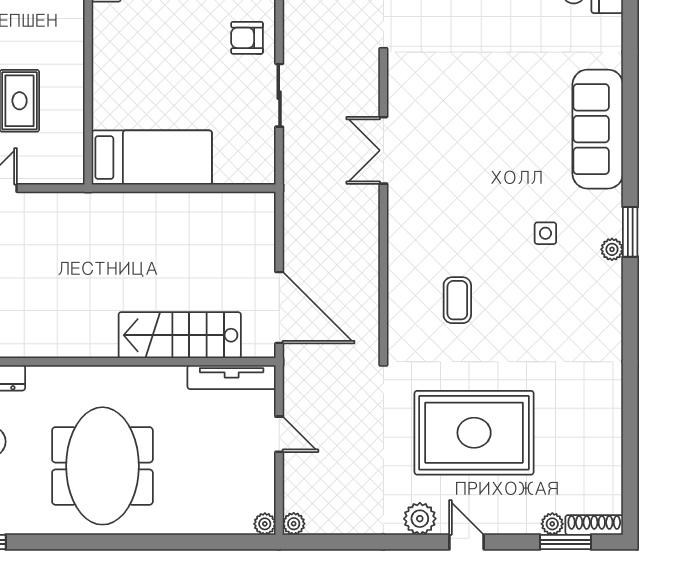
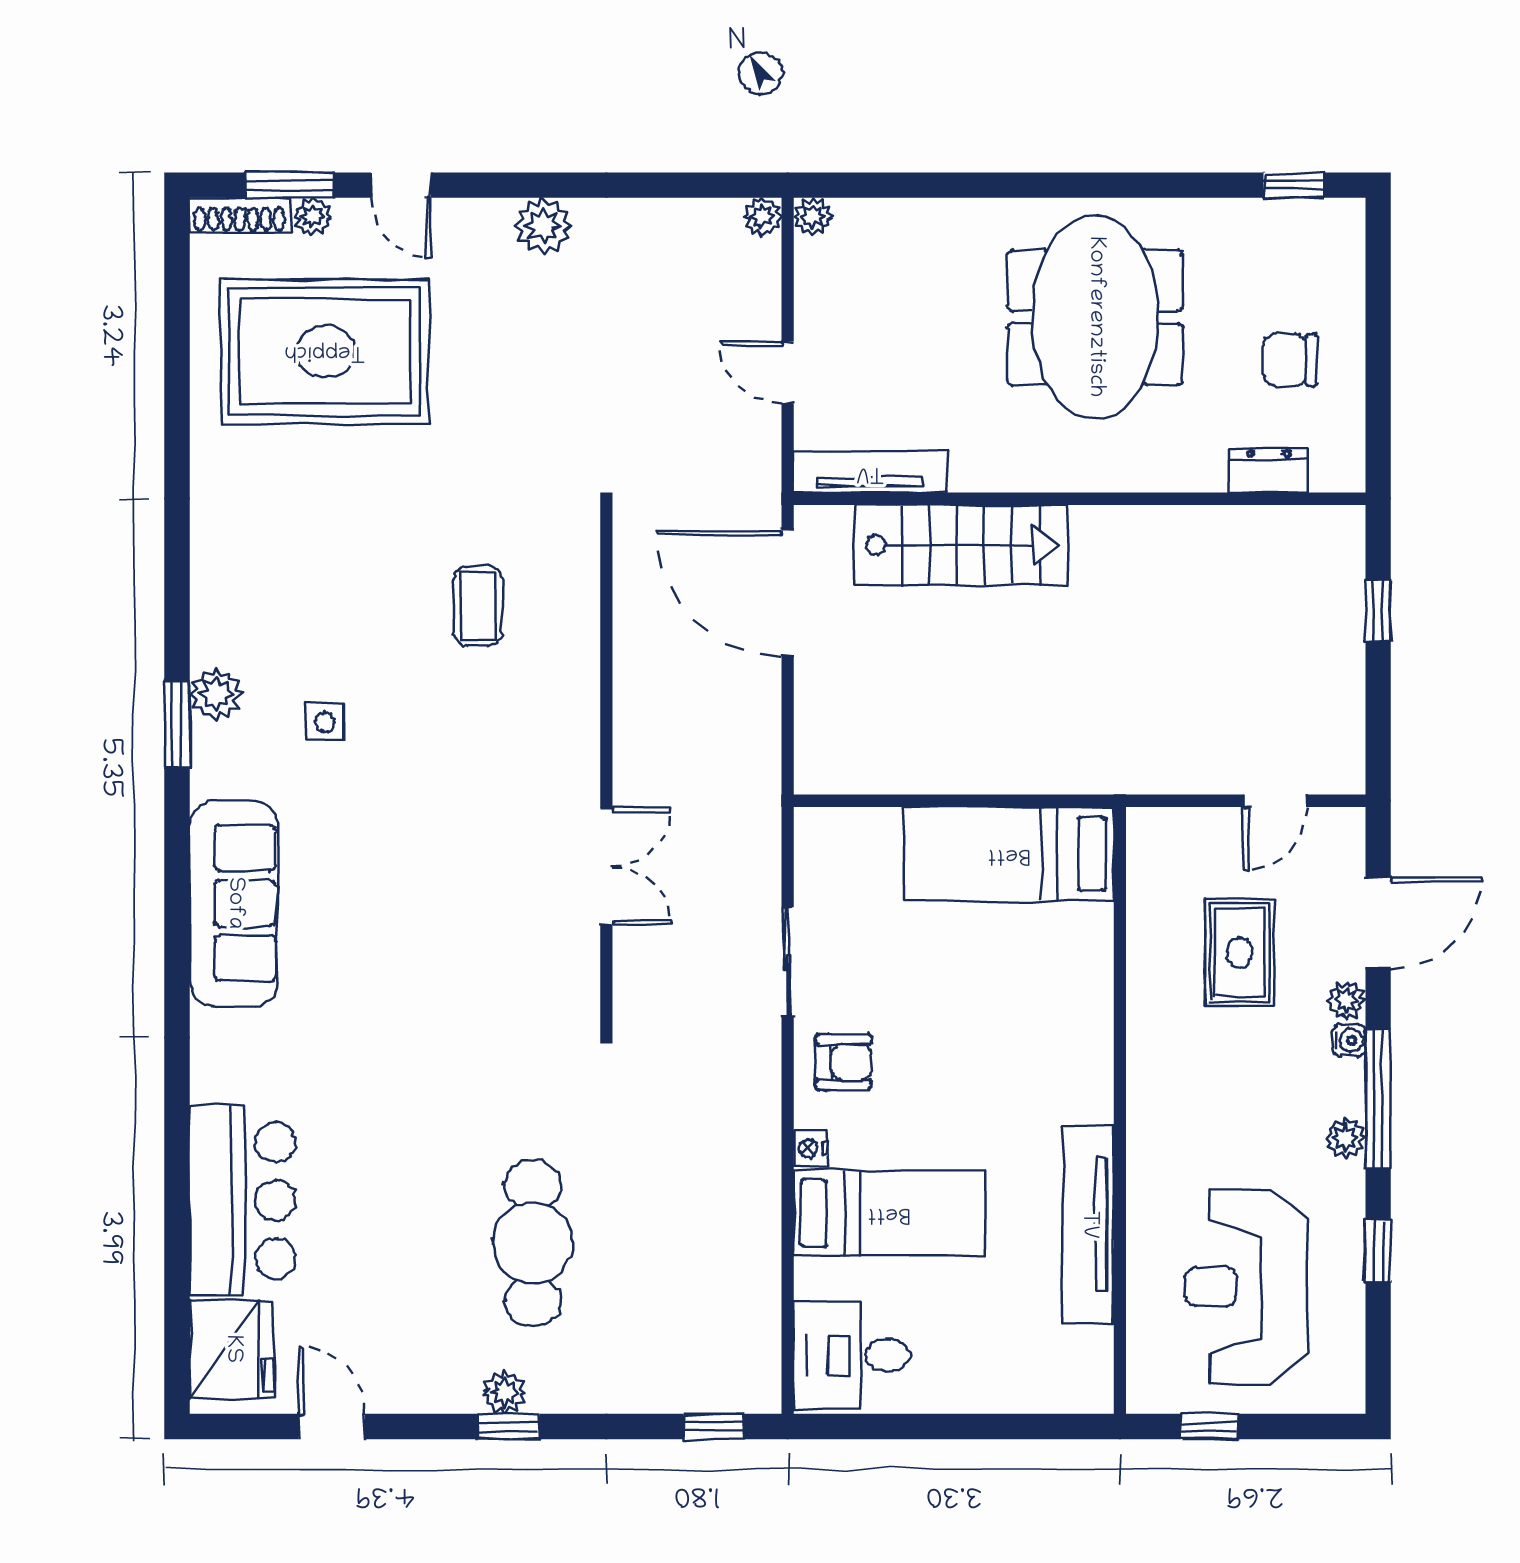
plant: (612, 249) -> (216, 694), width x1.38, depth x1.38
rug: (474, 433) -> (325, 351), moved
door: (467, 542) -> (401, 185), moved

